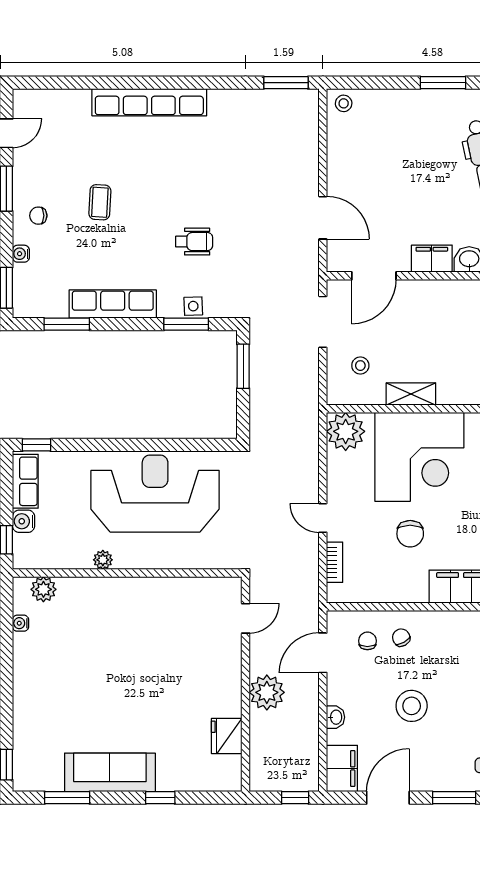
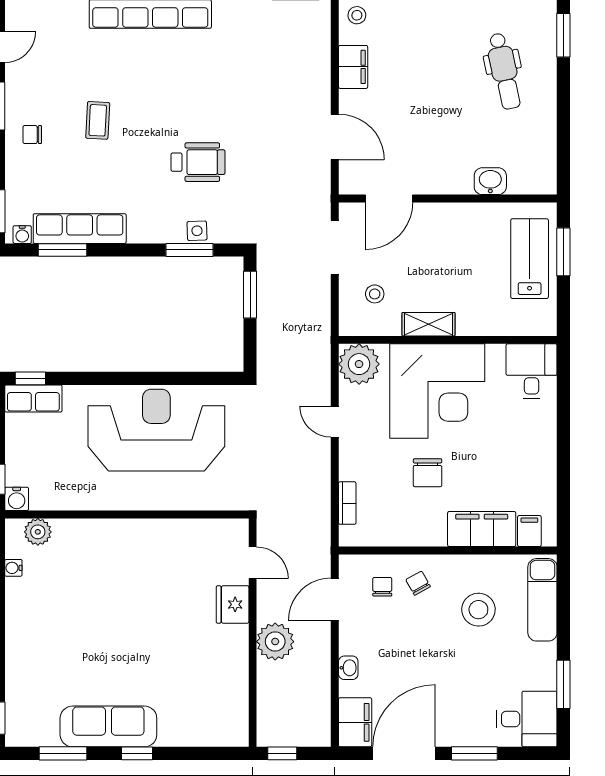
wheelchair: (194, 242) -> (198, 162), width x1.36, depth x1.37
water cooler: (21, 254) -> (22, 235), moved, turned -90
filing cabinet: (432, 259) -> (353, 67), moved, turned 90
row of seats: (113, 304) -> (80, 229), moved
row of seats: (25, 481) -> (33, 398), moved, turned 90
door: (323, 518) -> (335, 422), moved
water cooler: (24, 521) -> (17, 499), moved, turned -90
plant: (103, 560) -> (101, 500), removed
door: (246, 618) -> (253, 563), hinge flipped
stool: (412, 706) -> (478, 610), moved
fridge: (227, 736) -> (233, 604), moved
window: (160, 798) -> (137, 753), moved
window: (295, 798) -> (282, 753), moved
door: (388, 798) -> (404, 753), width x1.36

